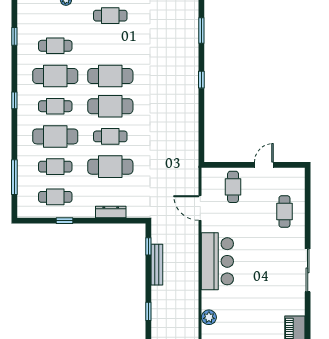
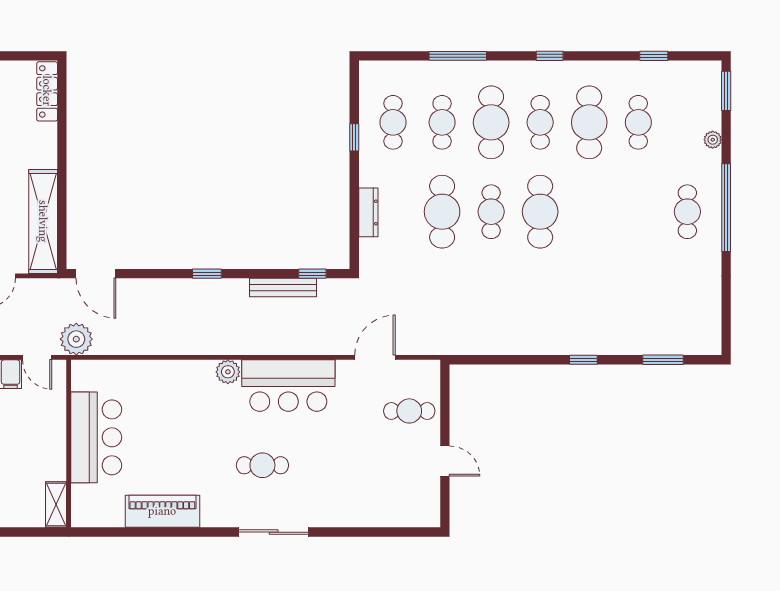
cafe table: (110, 76) -> (589, 212), removed
window: (14, 177) -> (458, 56), moved
cafe table: (284, 211) -> (262, 465), moved
plant: (209, 317) -> (228, 372), moved

